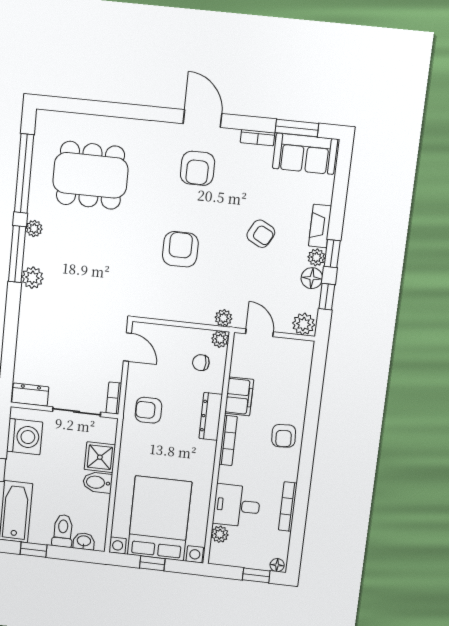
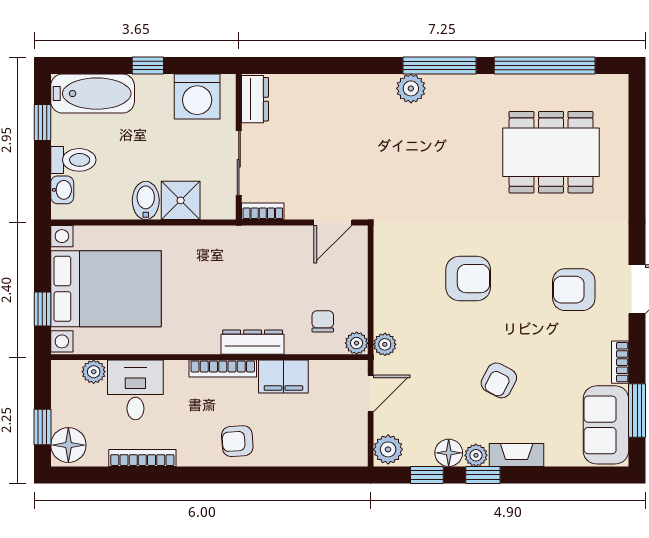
dining table: (90, 175) -> (551, 152), turned 90
plant: (34, 228) -> (475, 85), removed
armchair: (148, 410) -> (252, 259), removed
window: (152, 563) -> (42, 309), moved
floor lamp: (277, 565) -> (68, 445), width x1.89, depth x1.89

